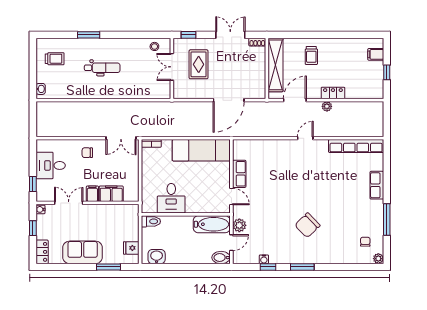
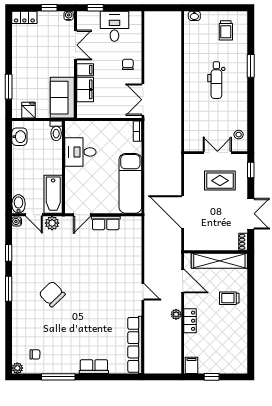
filing cabinet: (376, 54) -> (192, 365), moved
sofa: (83, 252) -> (62, 98), moved, turned 180
water cooler: (264, 259) -> (17, 221), moved

